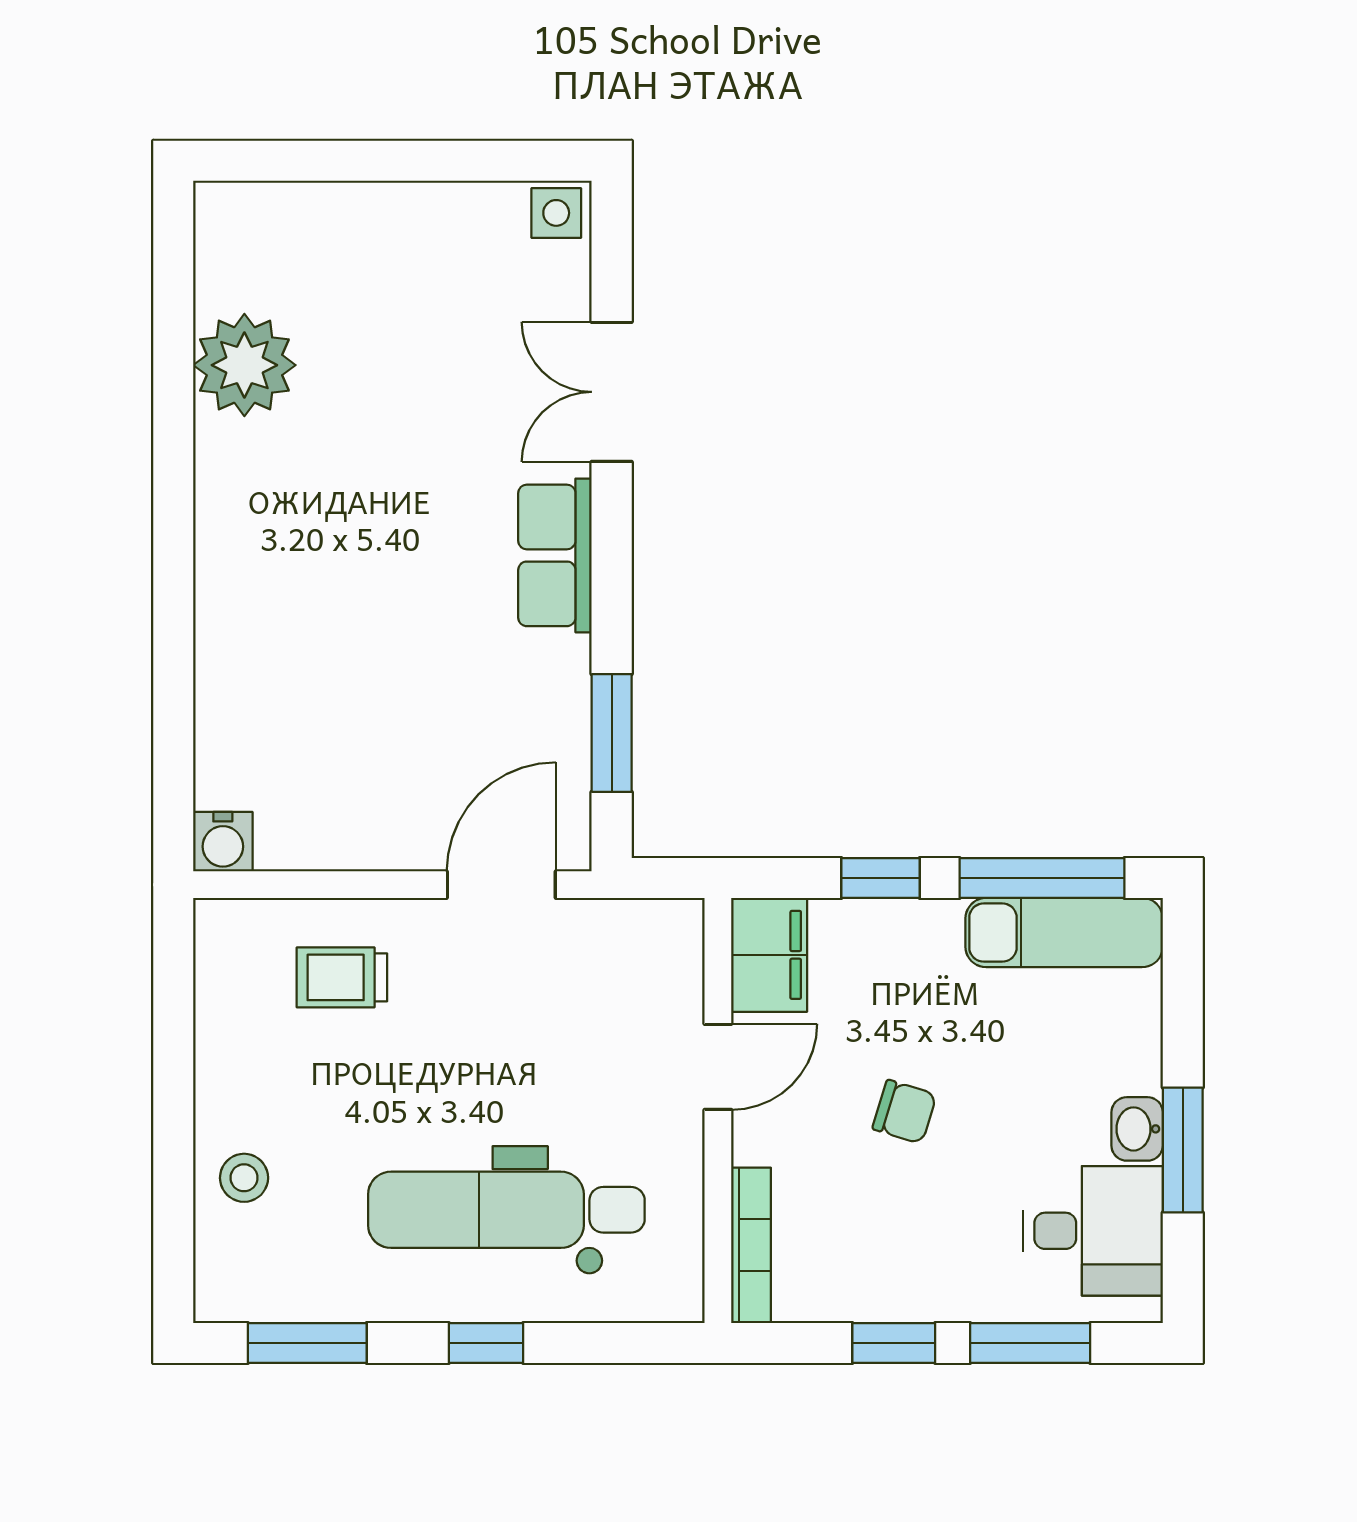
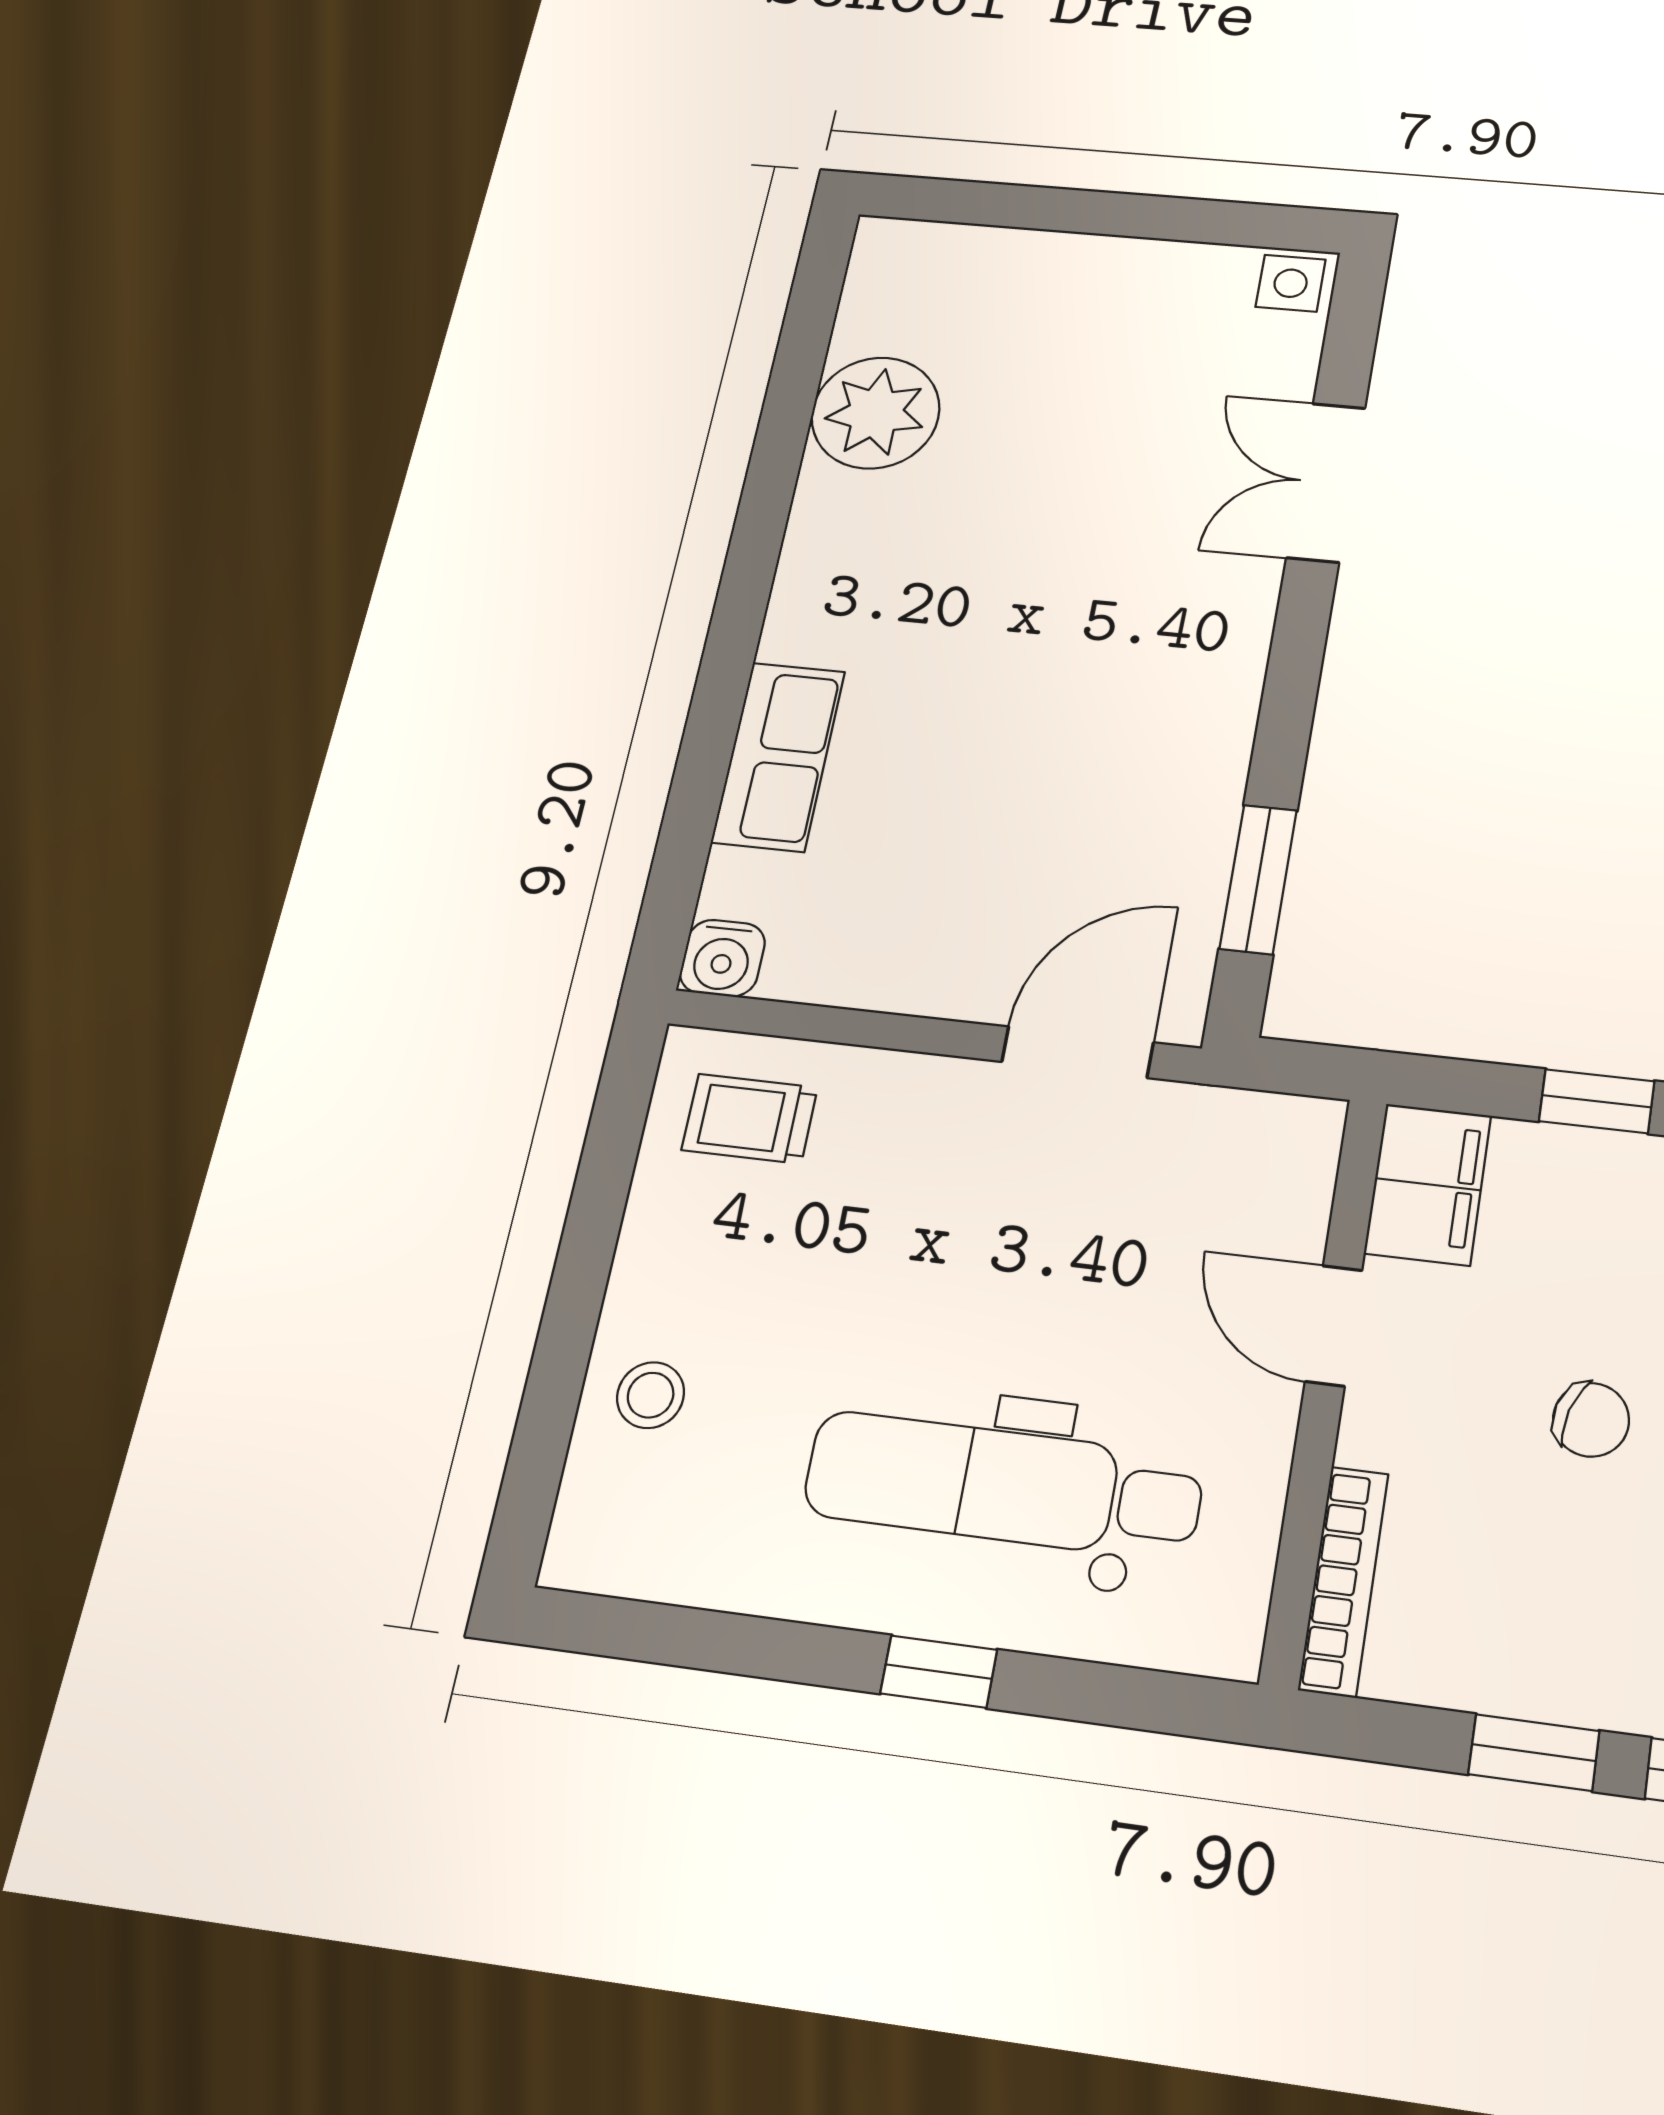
row of seats: (555, 555) -> (778, 757), moved, turned 180
trolley: (342, 977) -> (750, 1119), moved
door: (718, 1067) -> (1334, 1326), swing flipped
window: (307, 1343) -> (686, 1637), removed

